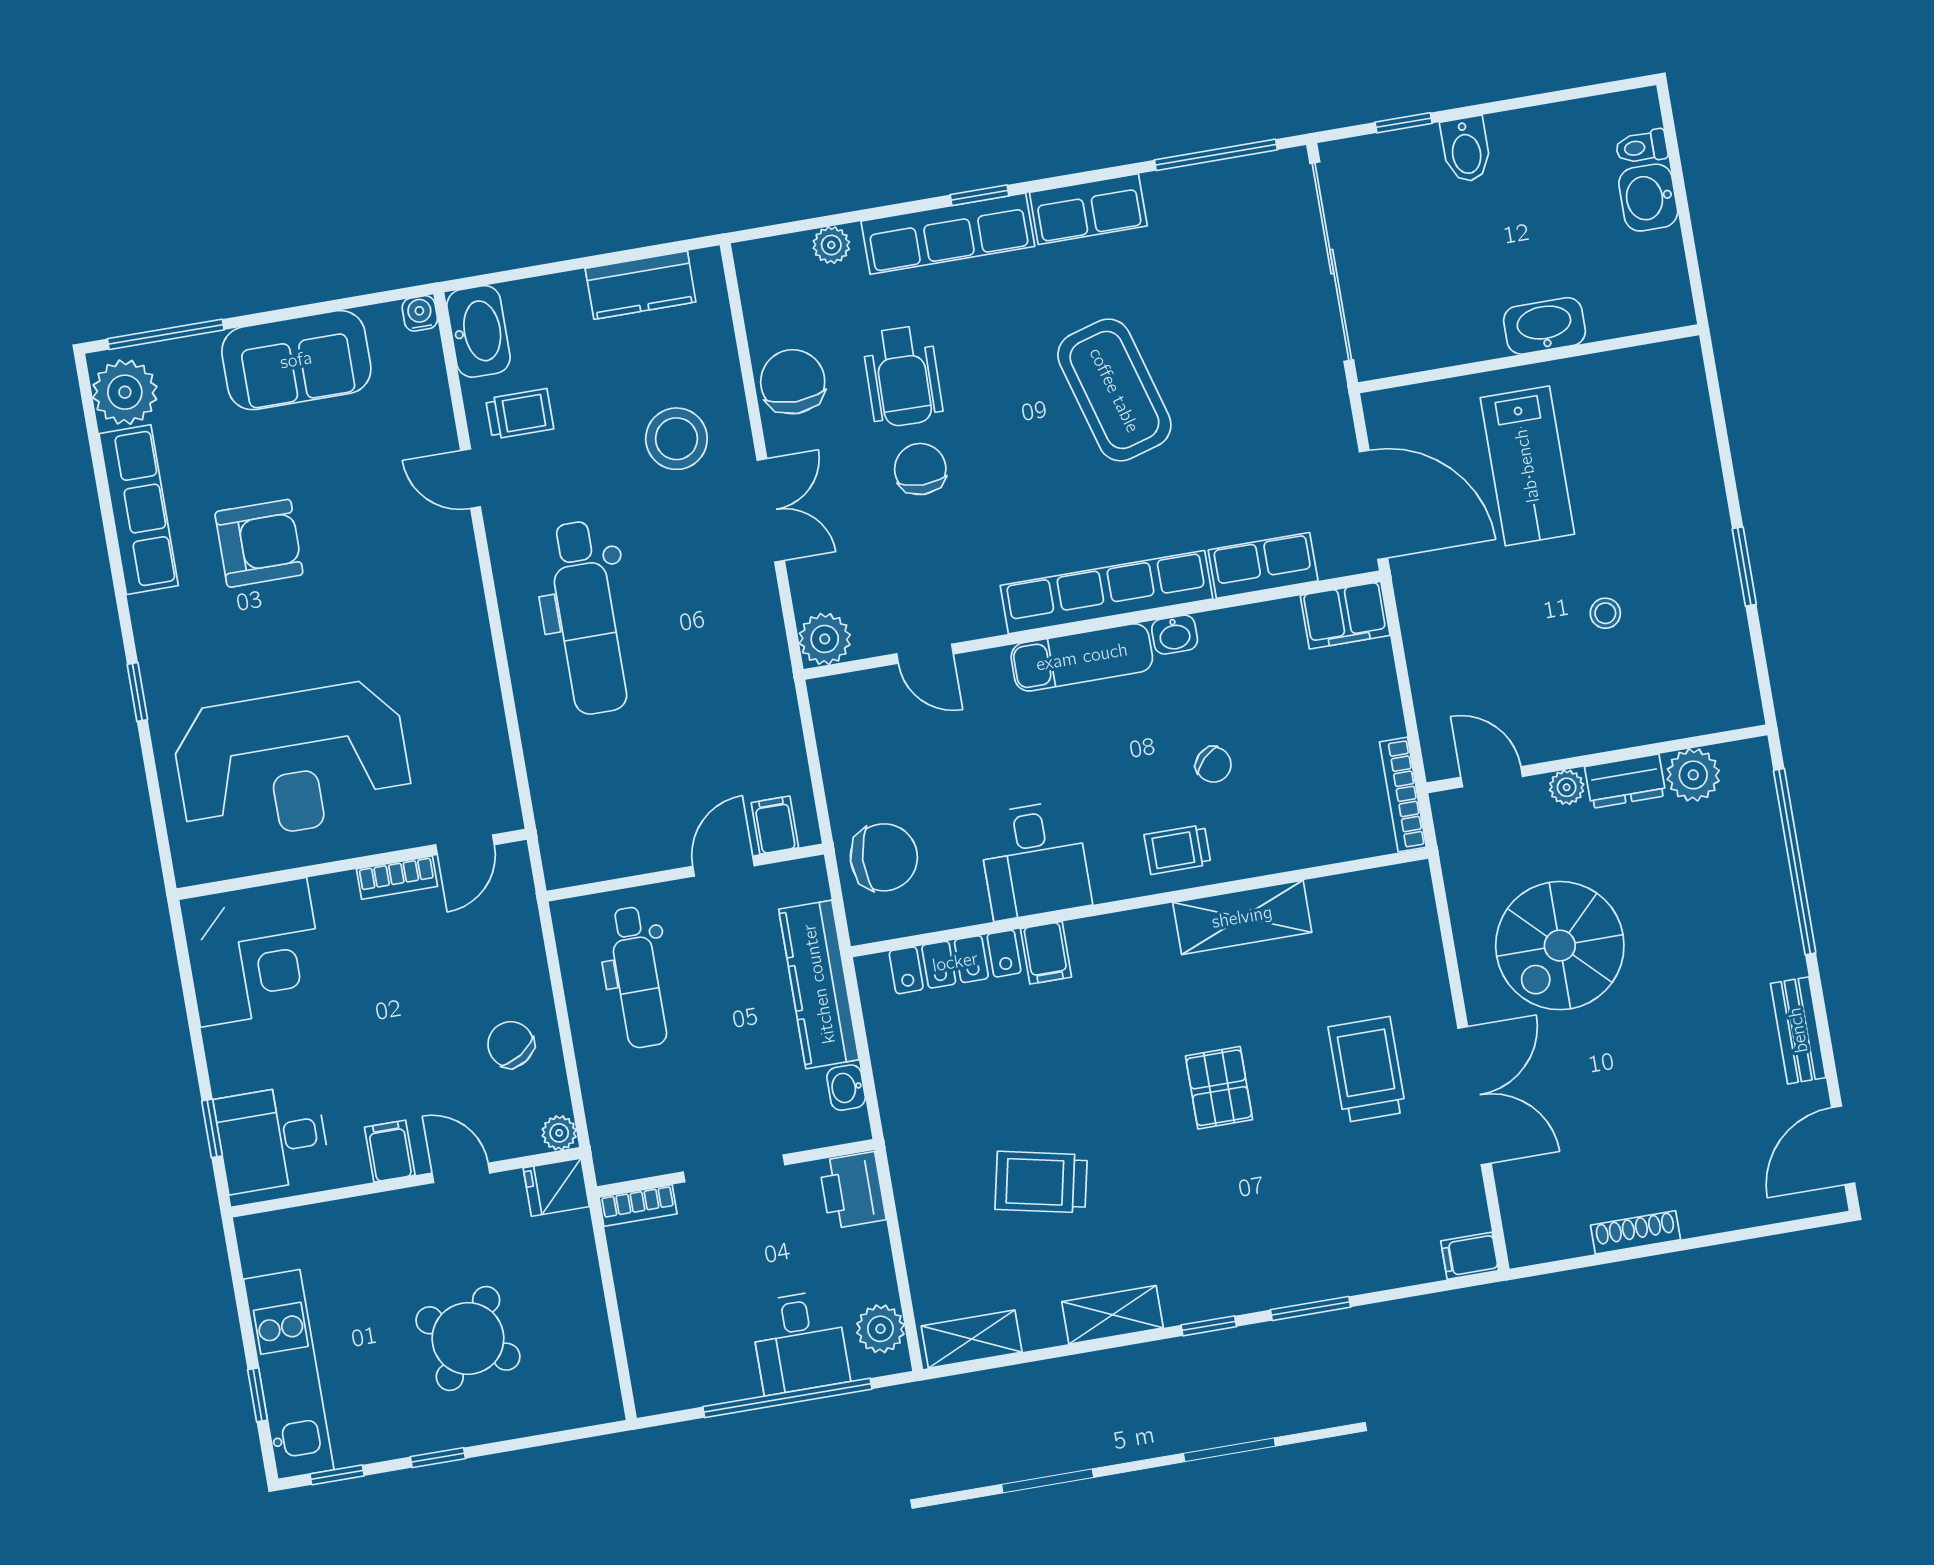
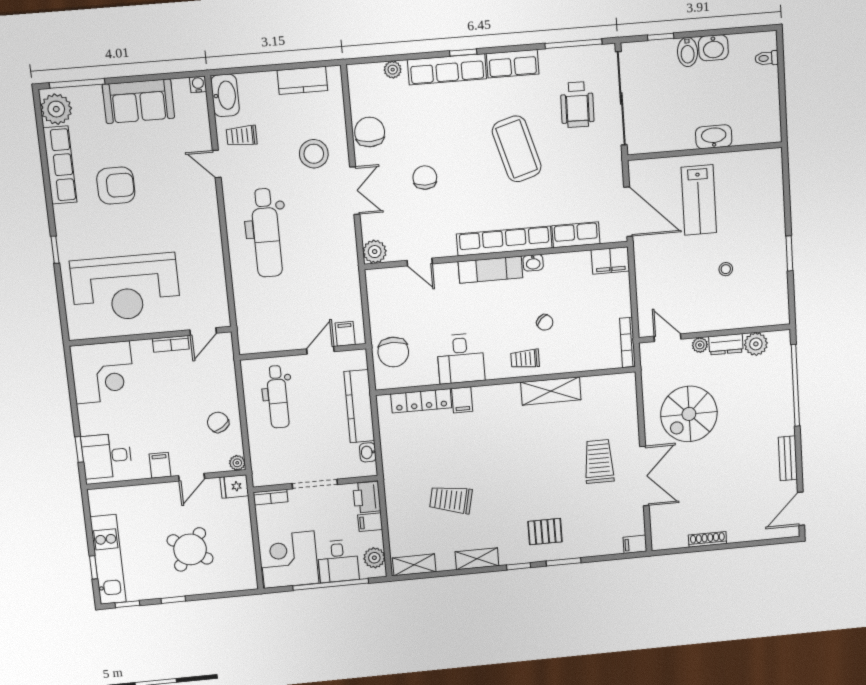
washbasin: (1648, 198) -> (713, 48), moved, turned -90
wheelchair: (903, 376) -> (577, 105), moved
trolley: (520, 414) -> (242, 136), turned 180
chair: (884, 857) -> (393, 352), turned 87
pallet: (1219, 1088) -> (545, 532), moved, turned 90
door: (461, 1173) -> (192, 477), swing flipped
filing cabinet: (864, 1247) -> (370, 522), added
corner desk: (690, 1347) -> (289, 560), added

